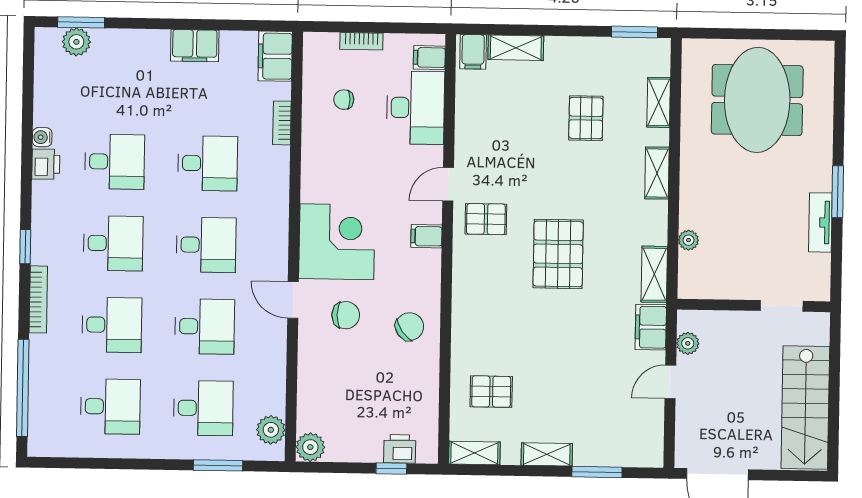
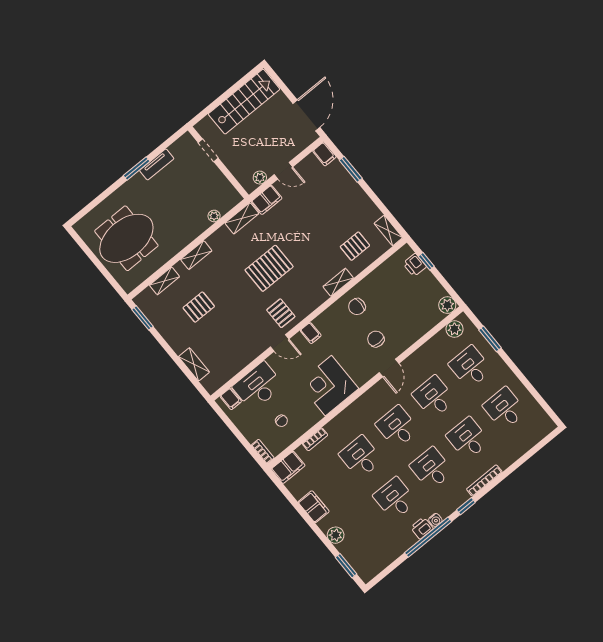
bookcase: (361, 41) -> (263, 452), moved
plant: (76, 42) -> (336, 535), moved
filing cabinet: (473, 52) -> (324, 154), moved, turned 90
water cooler: (42, 137) -> (435, 520), moved
corner desk: (337, 242) -> (328, 386), moved
chair: (410, 327) -> (357, 307), turned -54
window: (23, 388) -> (428, 537), moved
pallet: (491, 392) -> (355, 246), turned 90
shelving: (547, 454) -> (338, 282), moved, turned 90

